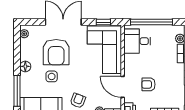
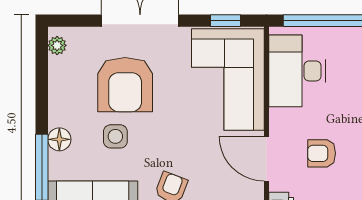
desk: (137, 41) -> (297, 71), width x1.37
floor lamp: (25, 66) -> (59, 139), moved

